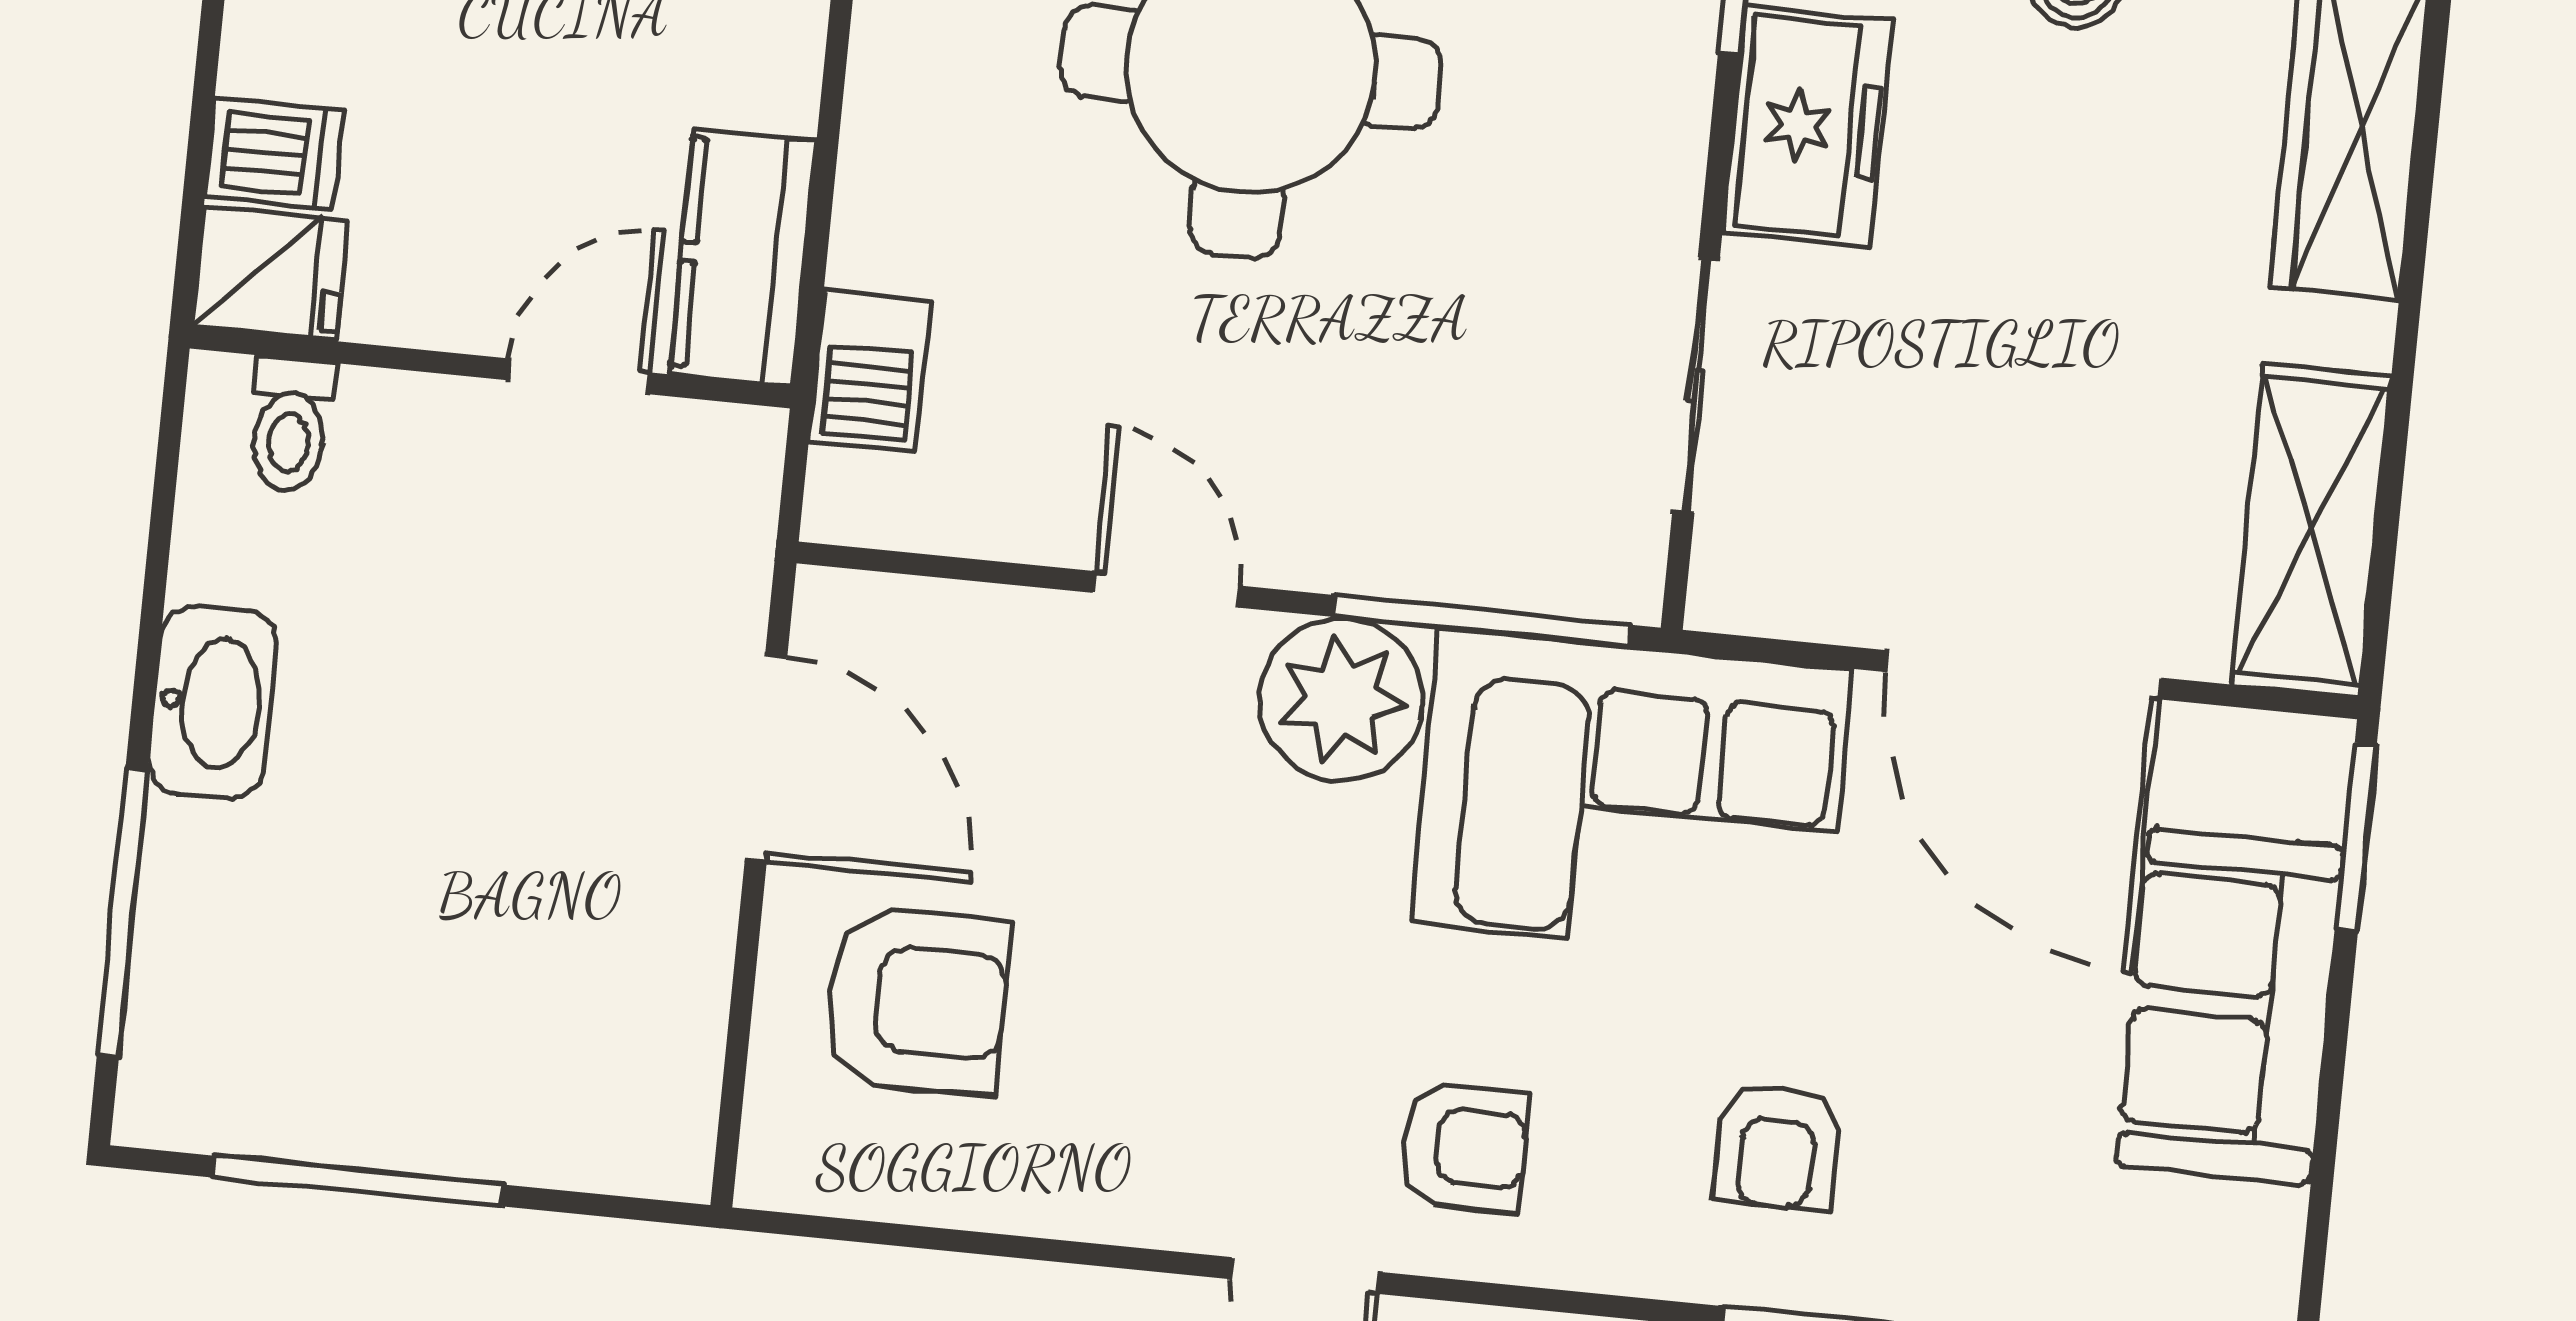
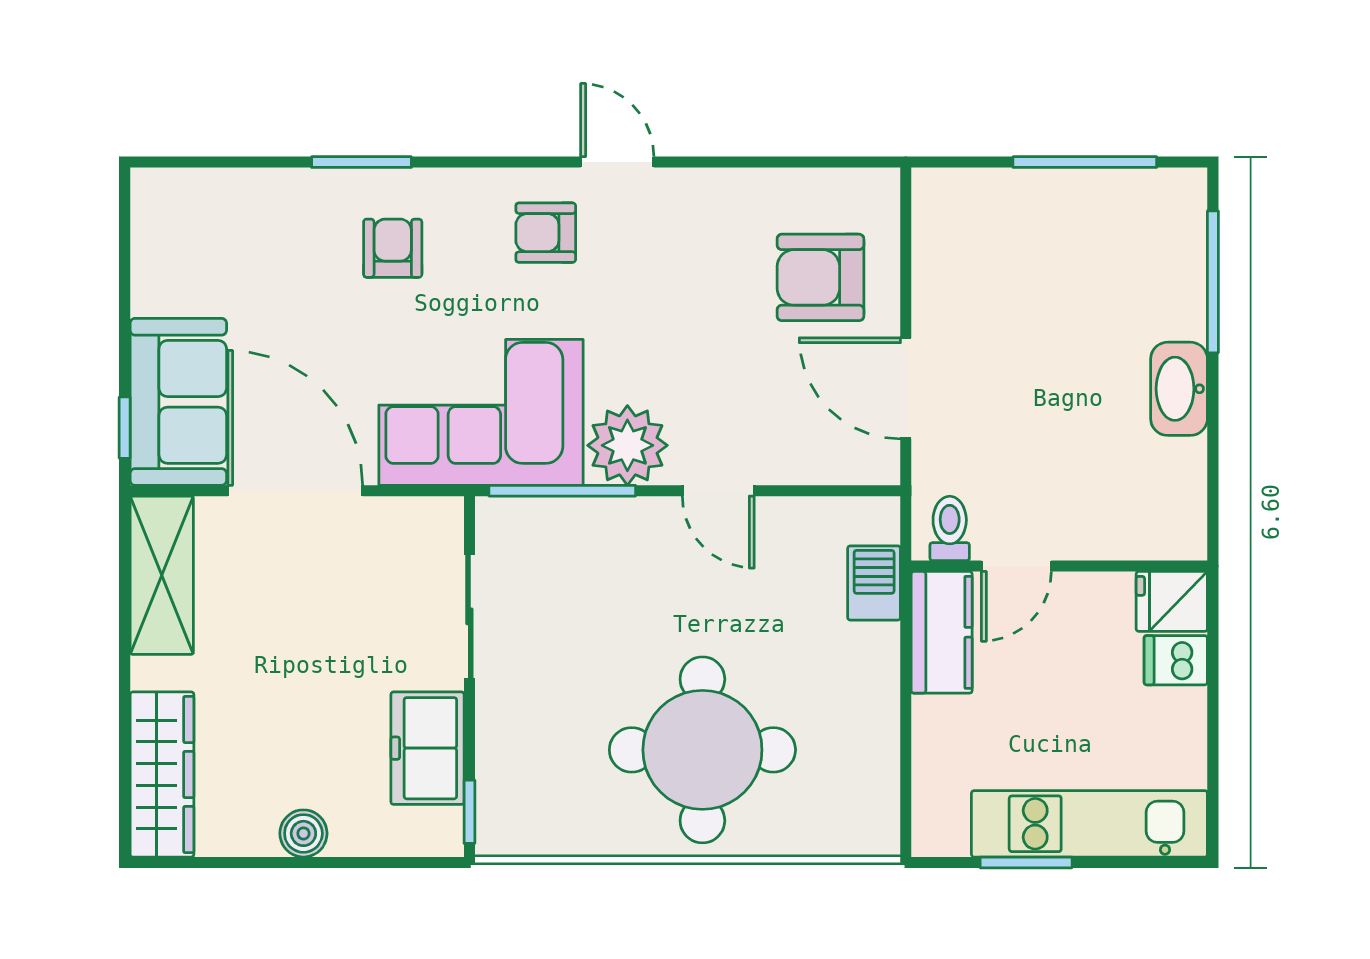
toilet: (290, 425) -> (950, 528), moved
window: (2356, 837) -> (125, 428), width x0.67
sofa: (2230, 1006) -> (178, 402), moved

